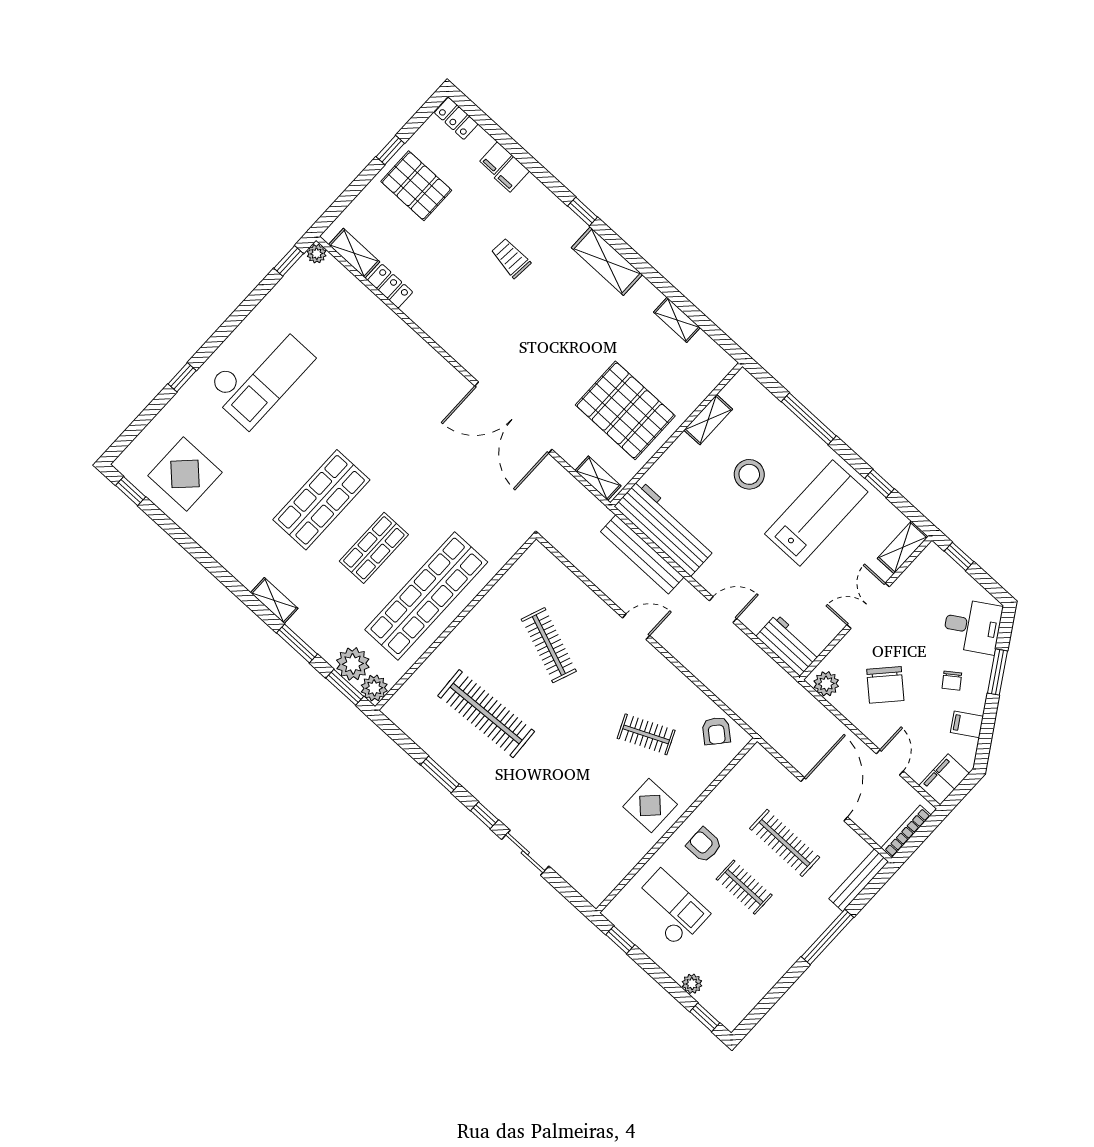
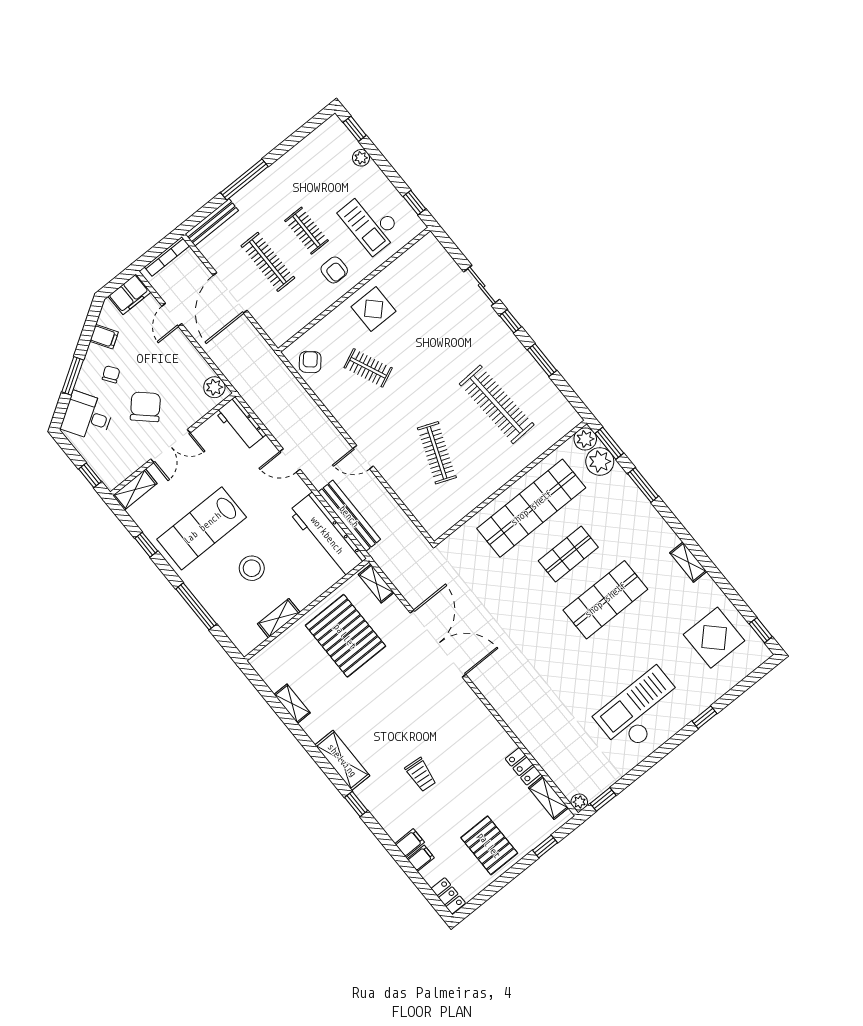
window: (390, 150) -> (545, 846), moved
shelving: (274, 601) -> (688, 562), moved
chair: (885, 685) -> (145, 407), moved

